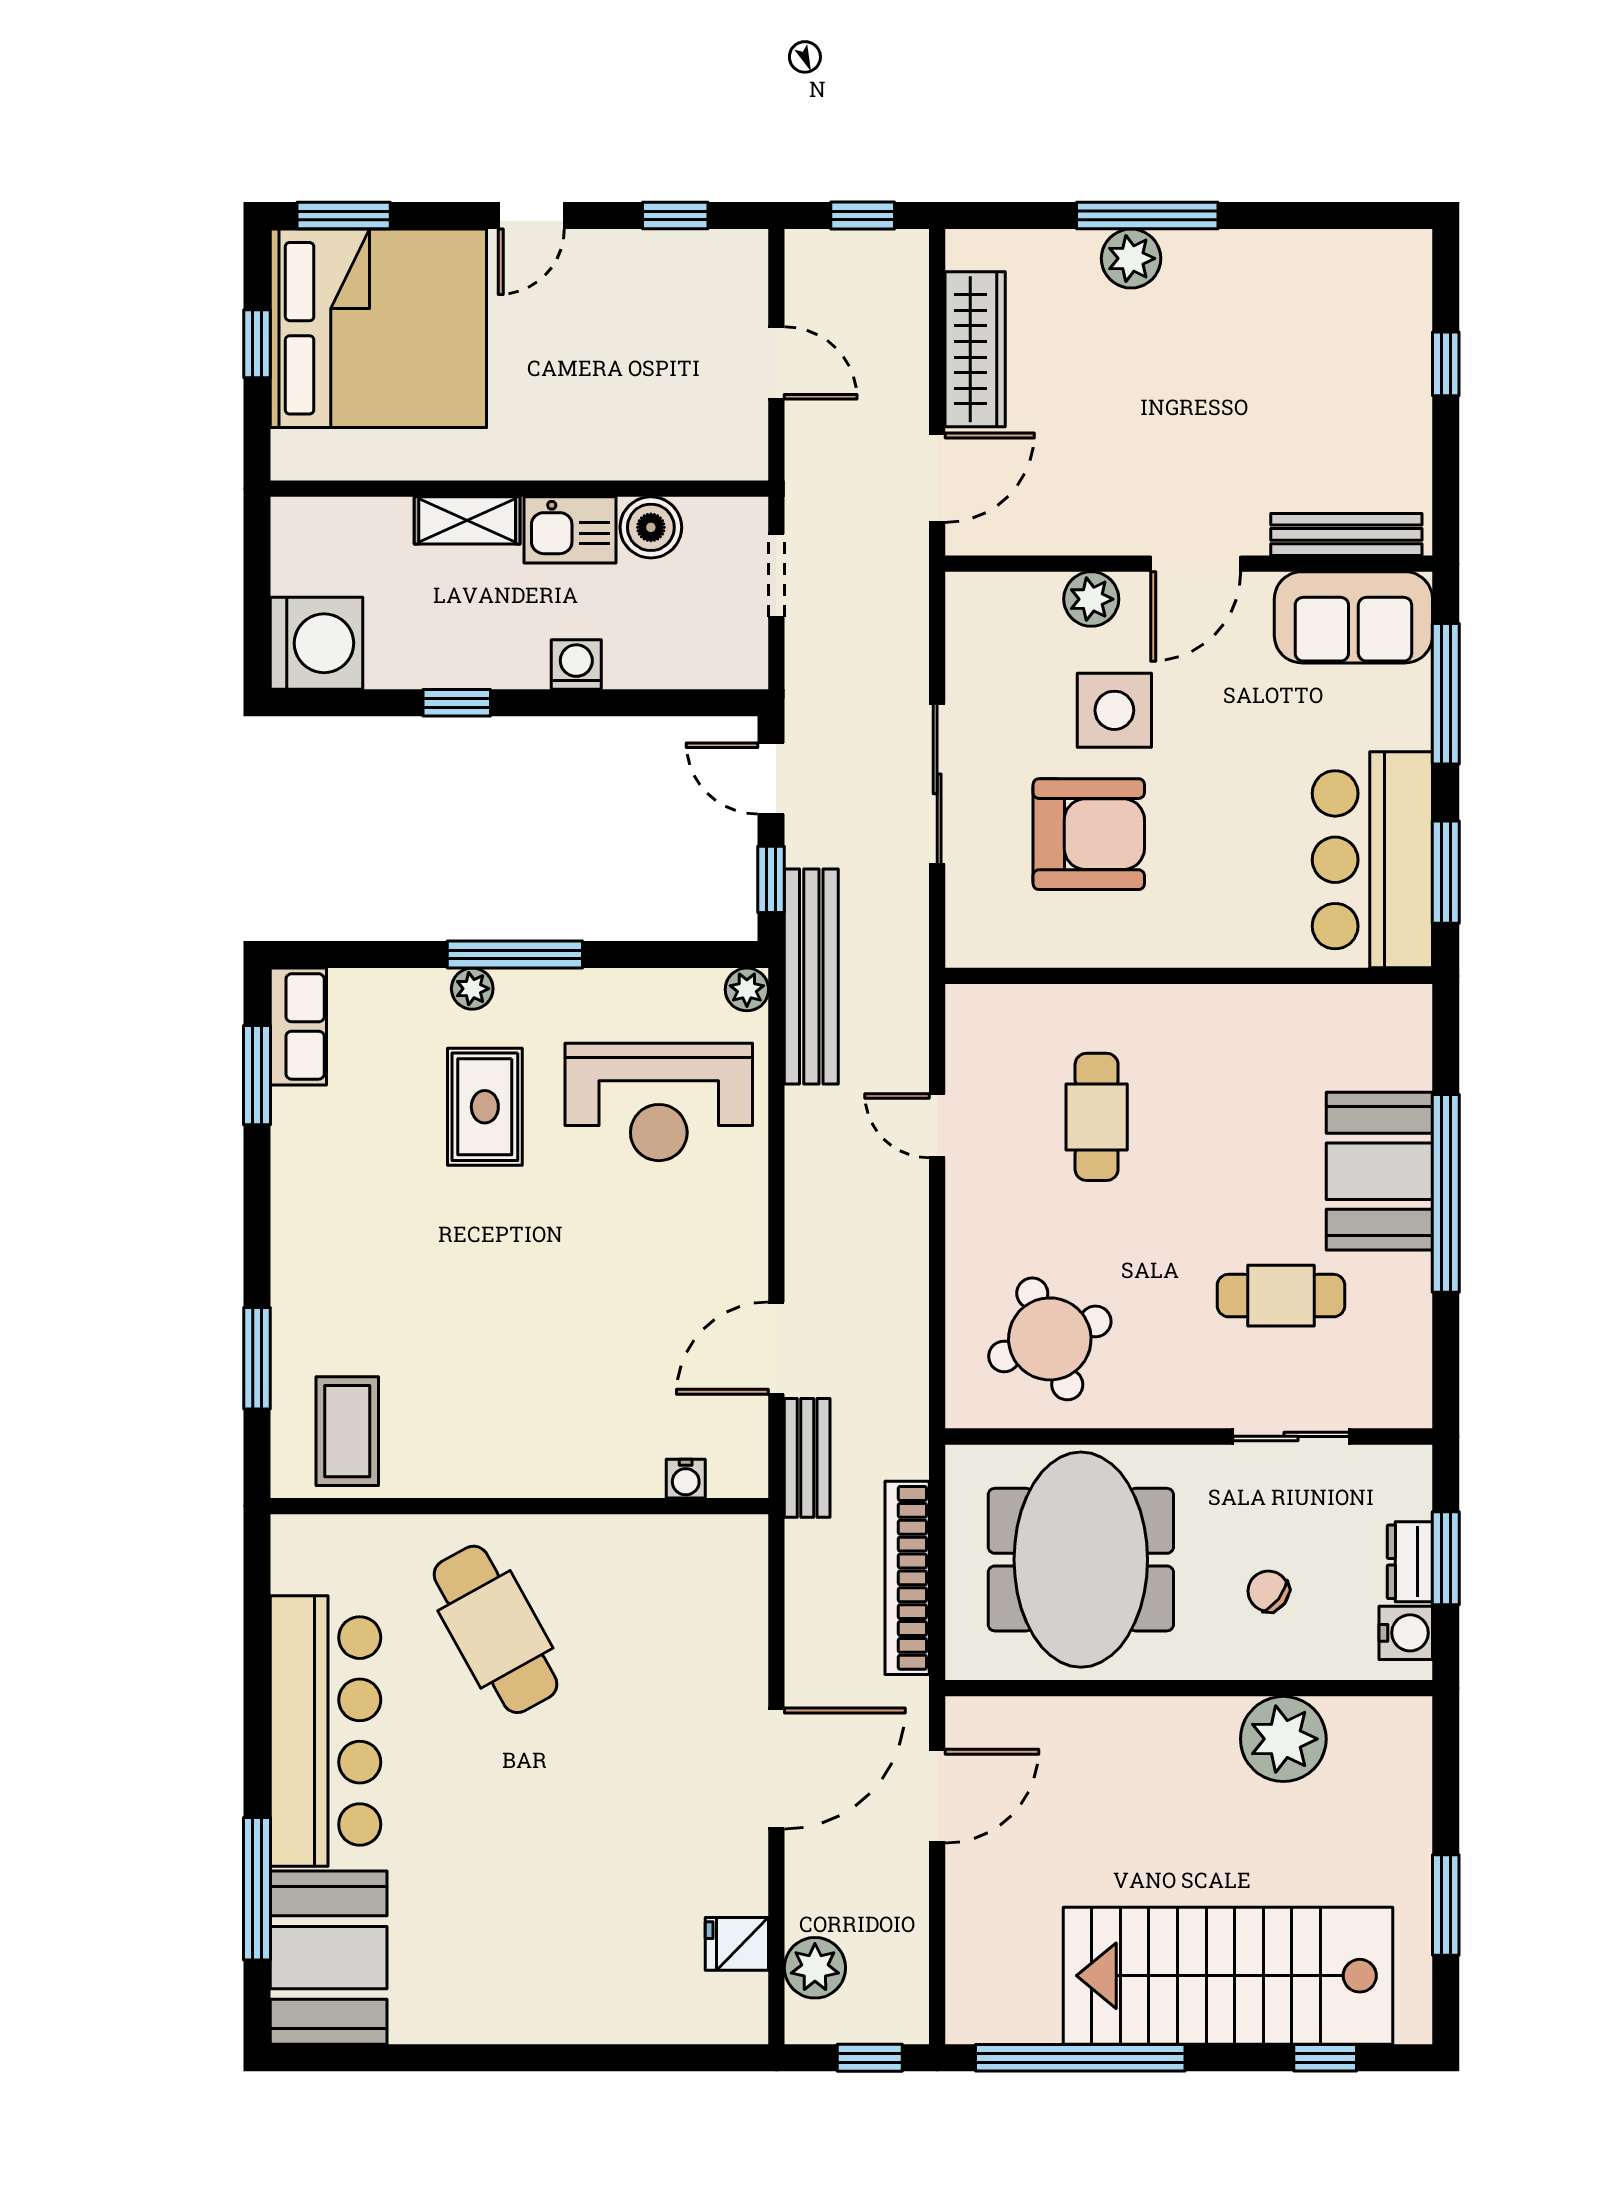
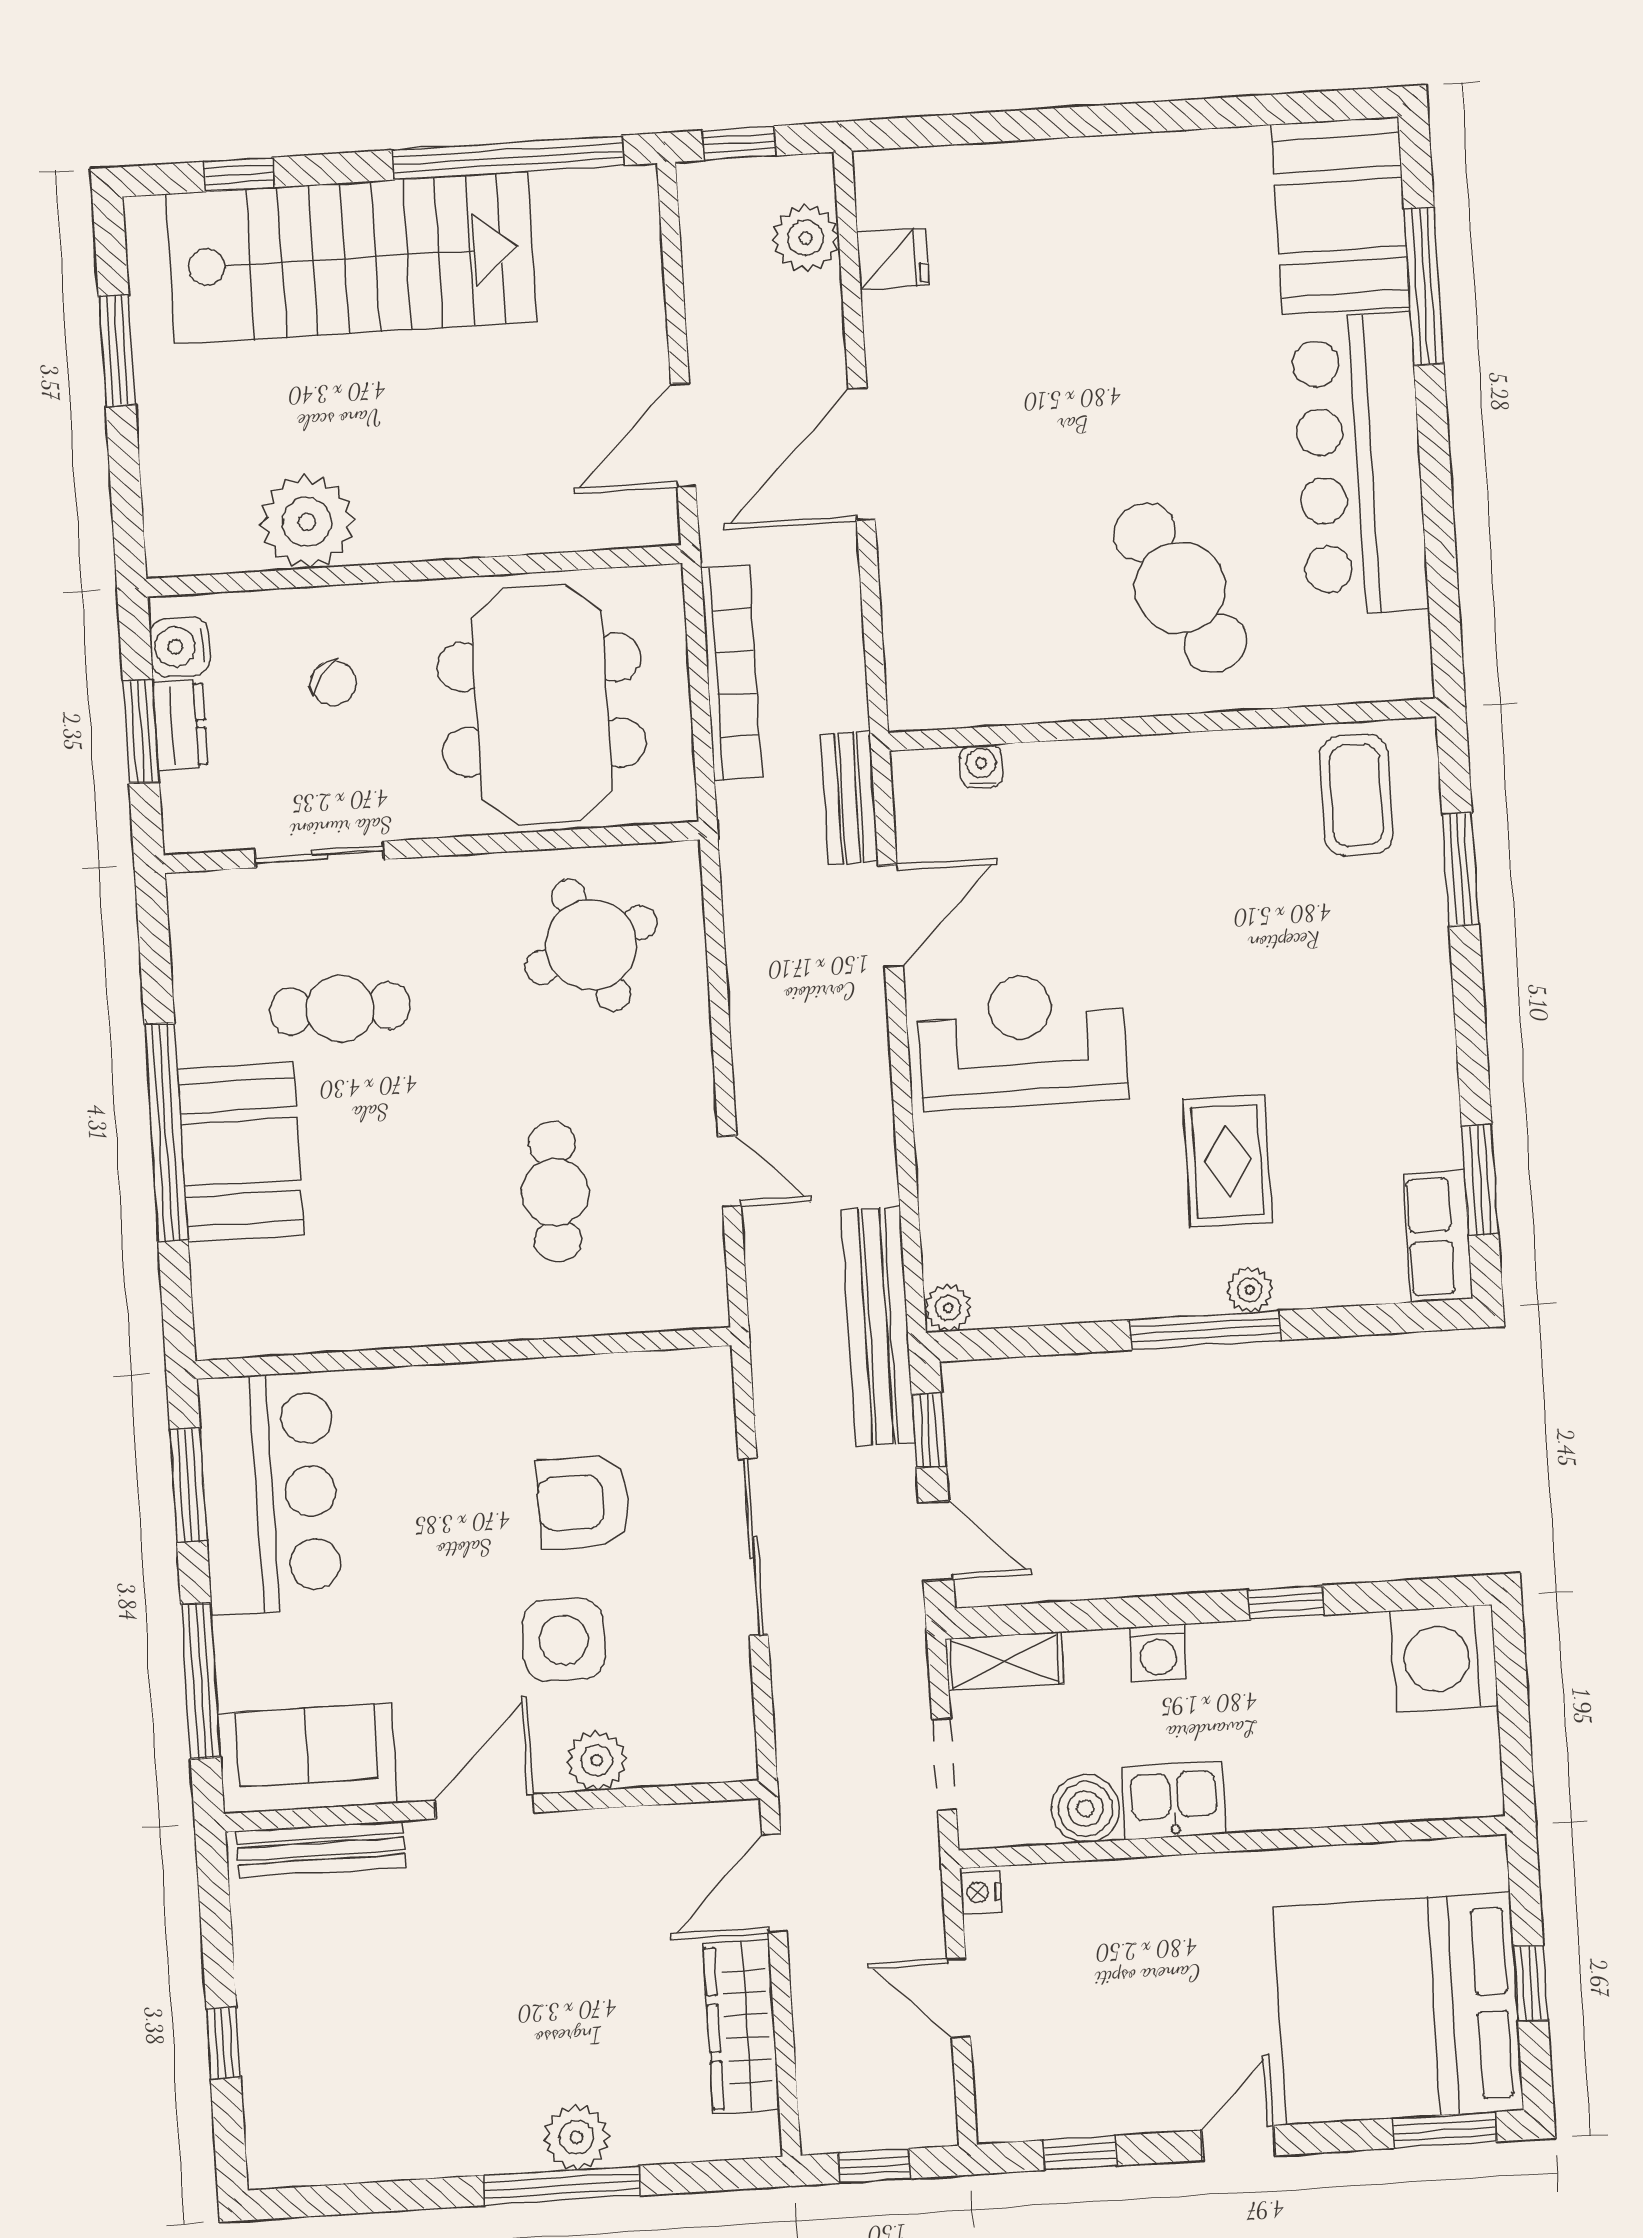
nightstand: (750, 458) -> (981, 1892), added
shelving: (467, 520) -> (1005, 1661), moved
armchair: (1089, 834) -> (583, 1502), width x0.73, depth x0.73
reception desk: (659, 1102) -> (1022, 1041), moved

